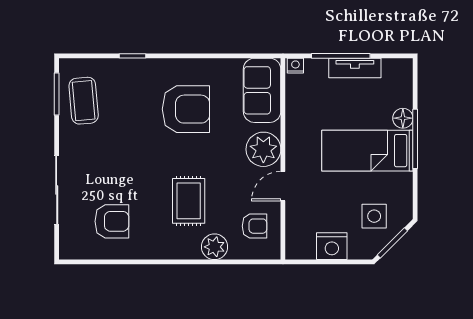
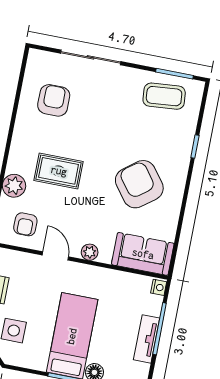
armchair: (186, 109) -> (139, 184), turned 143
plant: (263, 149) -> (90, 252), width x0.53, depth x0.53
armchair: (112, 221) -> (54, 100), turned 180

